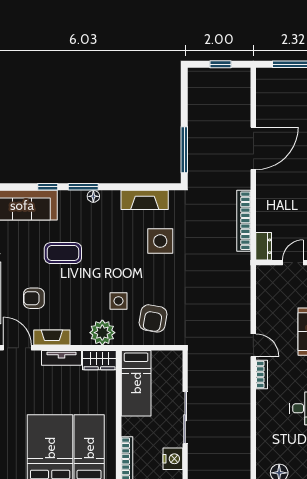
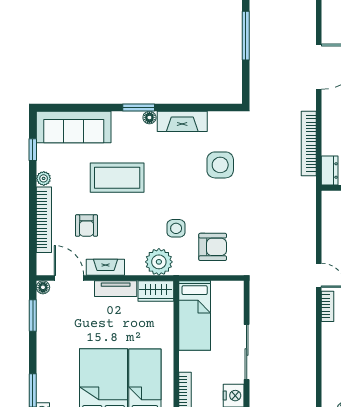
window: (184, 150) -> (246, 36), moved
window: (48, 187) -> (101, 108), removed
fireplace: (145, 200) -> (182, 121), moved
coffee table: (63, 253) -> (117, 178), width x1.36, depth x1.32
armchair: (34, 298) -> (86, 226), turned -90
armchair: (153, 318) -> (213, 247), turned -100

